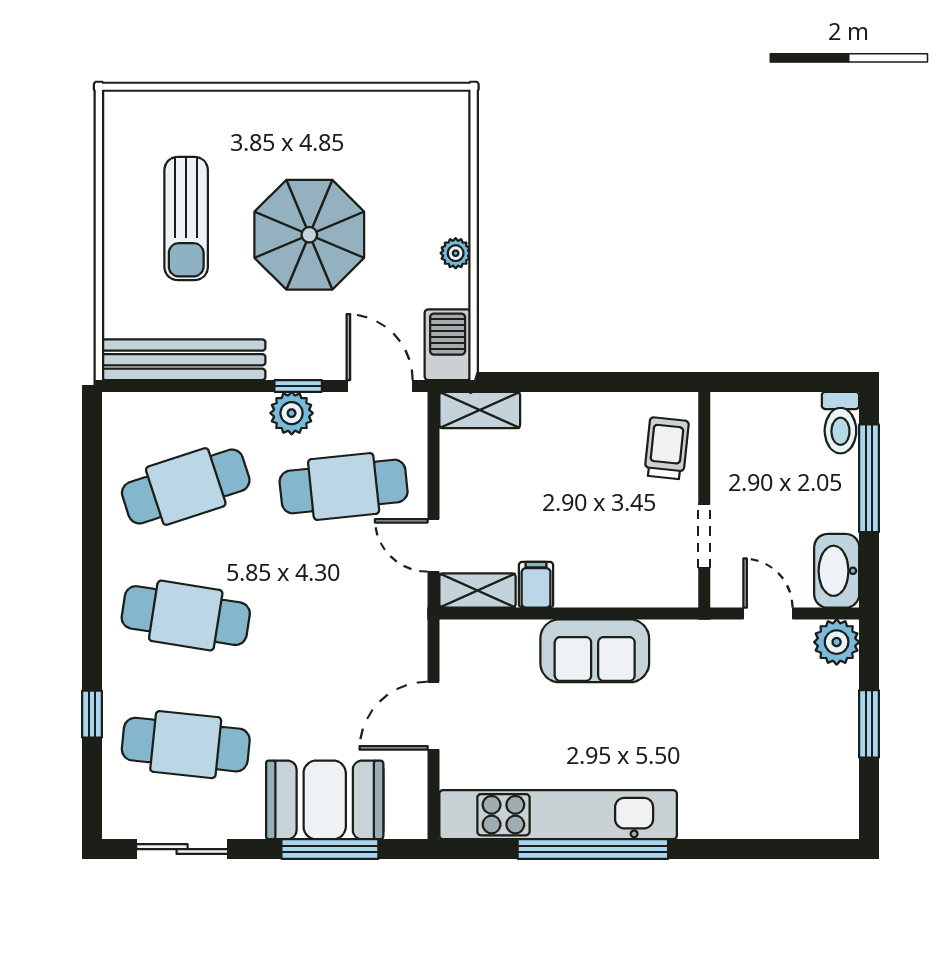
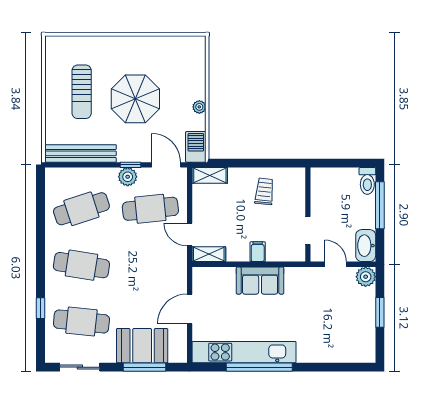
trolley: (667, 448) -> (264, 191), moved
filing cabinet: (536, 585) -> (258, 252), moved

